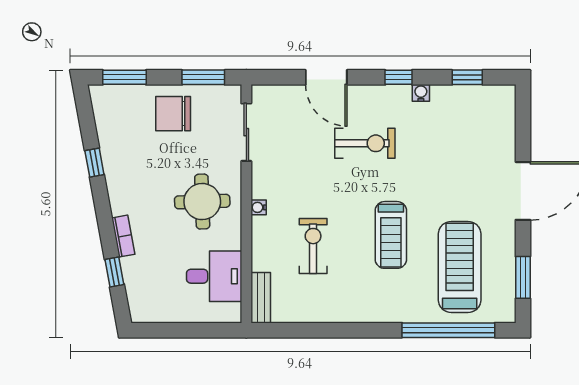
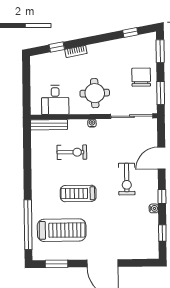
sliding door: (246, 132) -> (132, 116), width x1.37
window: (94, 163) -> (130, 33), moved
bench: (261, 298) -> (49, 125), width x1.36

